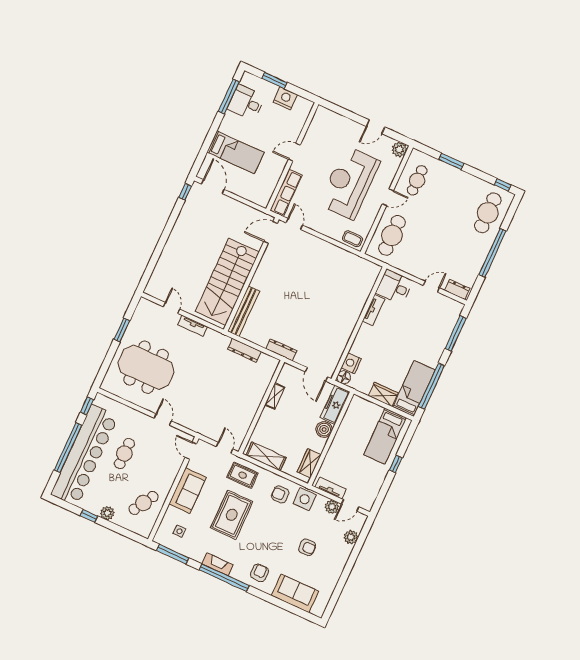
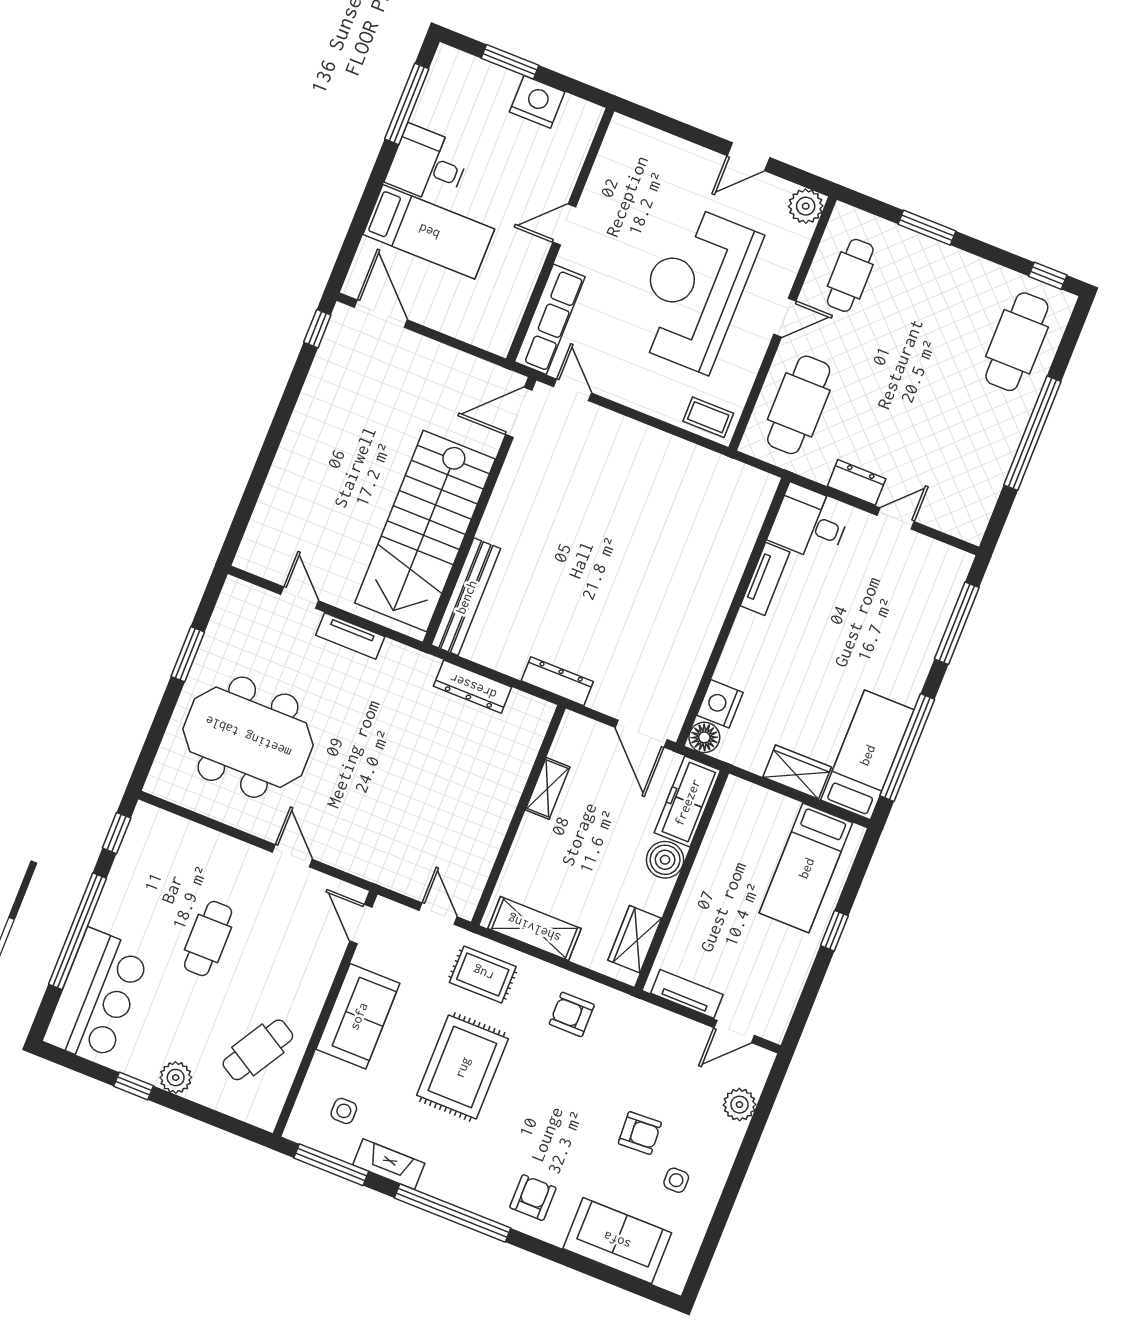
desk: (246, 102) -> (428, 165), moved
dresser: (457, 289) -> (857, 482), moved
bar counter: (84, 455) -> (97, 997), width x0.54
side table: (305, 499) -> (676, 1180), moved, width x0.54, depth x0.54
plant: (332, 507) -> (692, 1037), removed
fireplace: (218, 564) -> (389, 1164), moved

